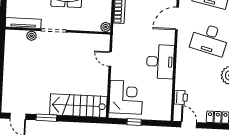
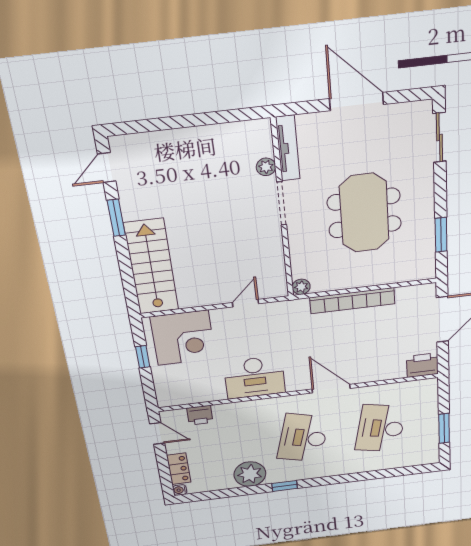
door: (189, 125) -> (157, 433), hinge flipped

